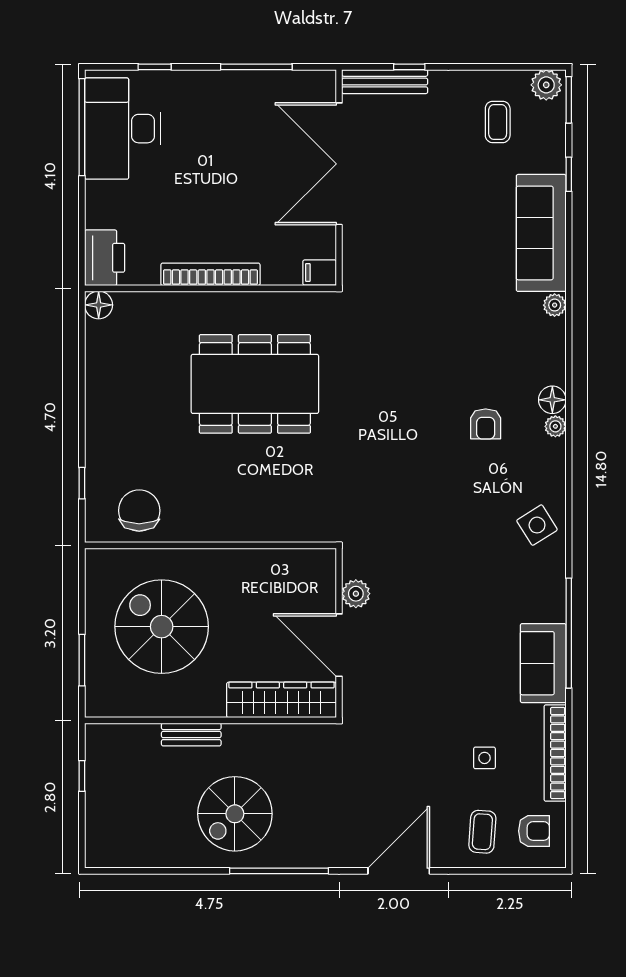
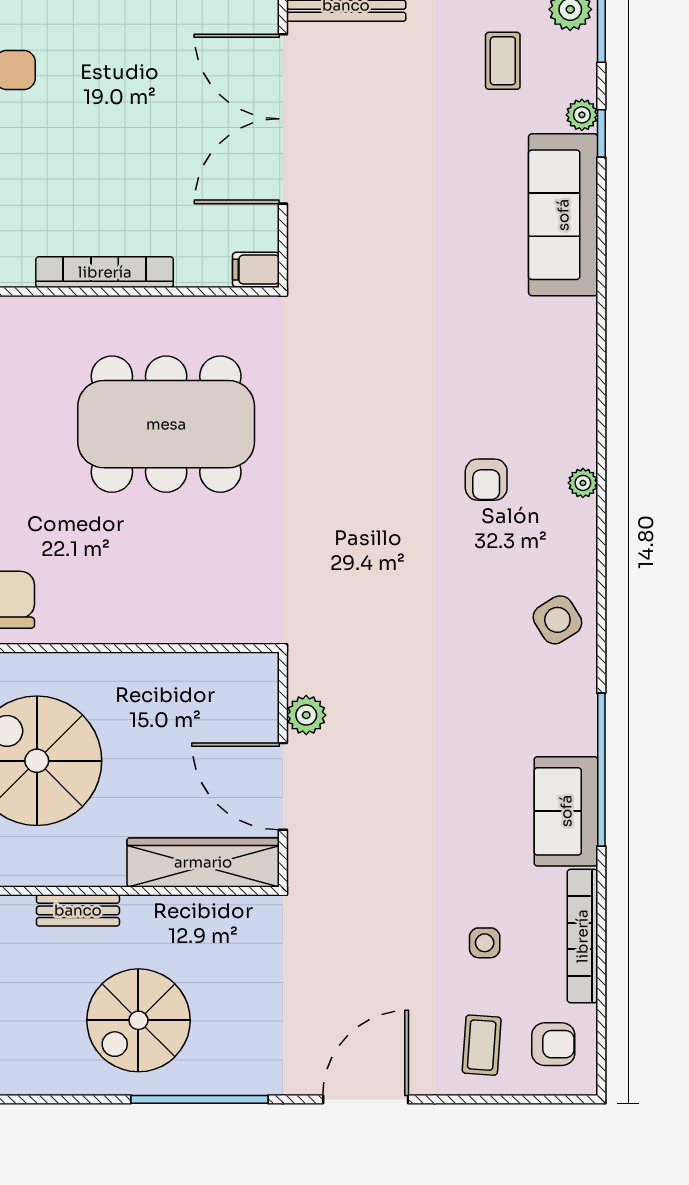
plant: (555, 305) -> (582, 115), moved
floor lamp: (552, 400) -> (579, 446), removed

